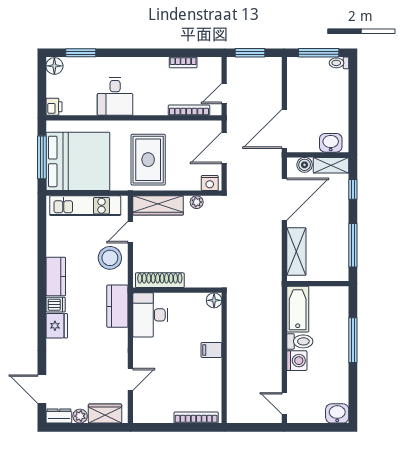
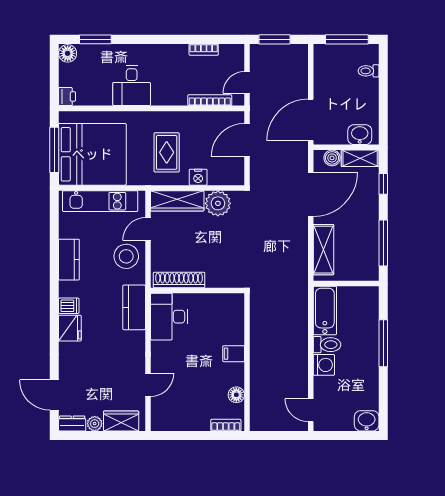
toilet: (339, 63) -> (368, 71), moved
rug: (148, 160) -> (167, 152), width x0.73, depth x0.70
nightstand: (210, 183) -> (198, 177), moved
plant: (197, 202) -> (218, 203), width x1.88, depth x1.88
kitchen counter: (56, 276) -> (69, 260), moved
floor lamp: (214, 300) -> (236, 395), moved
bookcase: (196, 417) -> (226, 425), width x0.64

